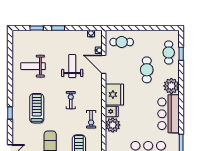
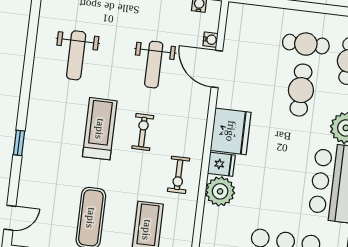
cafe table: (122, 42) -> (306, 44), moved
weight bench: (33, 66) -> (76, 55), turned -90
weight bench: (72, 66) -> (154, 65), turned 180
treadmill: (37, 108) -> (100, 129), moved

